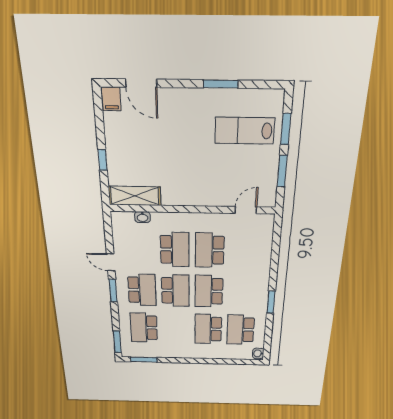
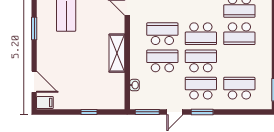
door: (141, 83) -> (34, 82), hinge flipped
shelving: (135, 196) -> (117, 53), moved
school desk: (210, 250) -> (162, 34), turned 180
school desk: (144, 328) -> (239, 88), turned 180
window: (117, 342) -> (147, 112), moved

